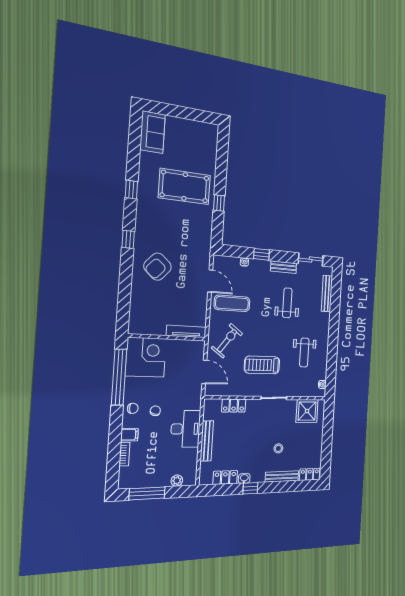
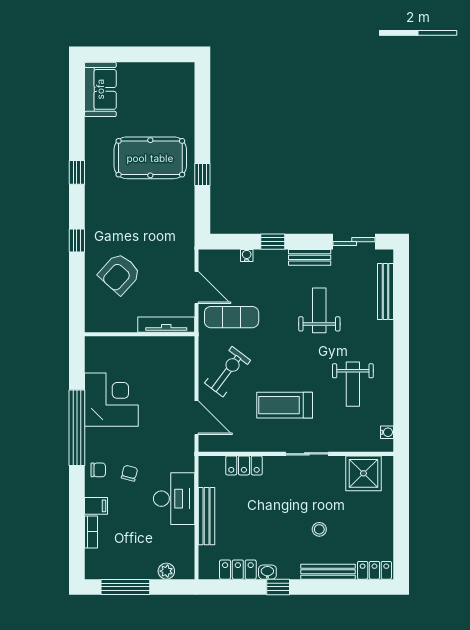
tv unit: (186, 331) -> (166, 325), moved
wall: (167, 337) -> (140, 334), moved

